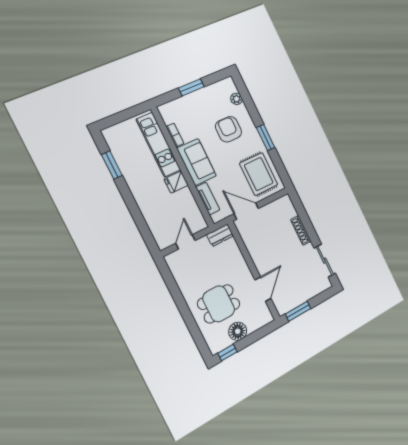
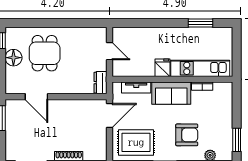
window: (191, 87) -> (237, 140), moved

